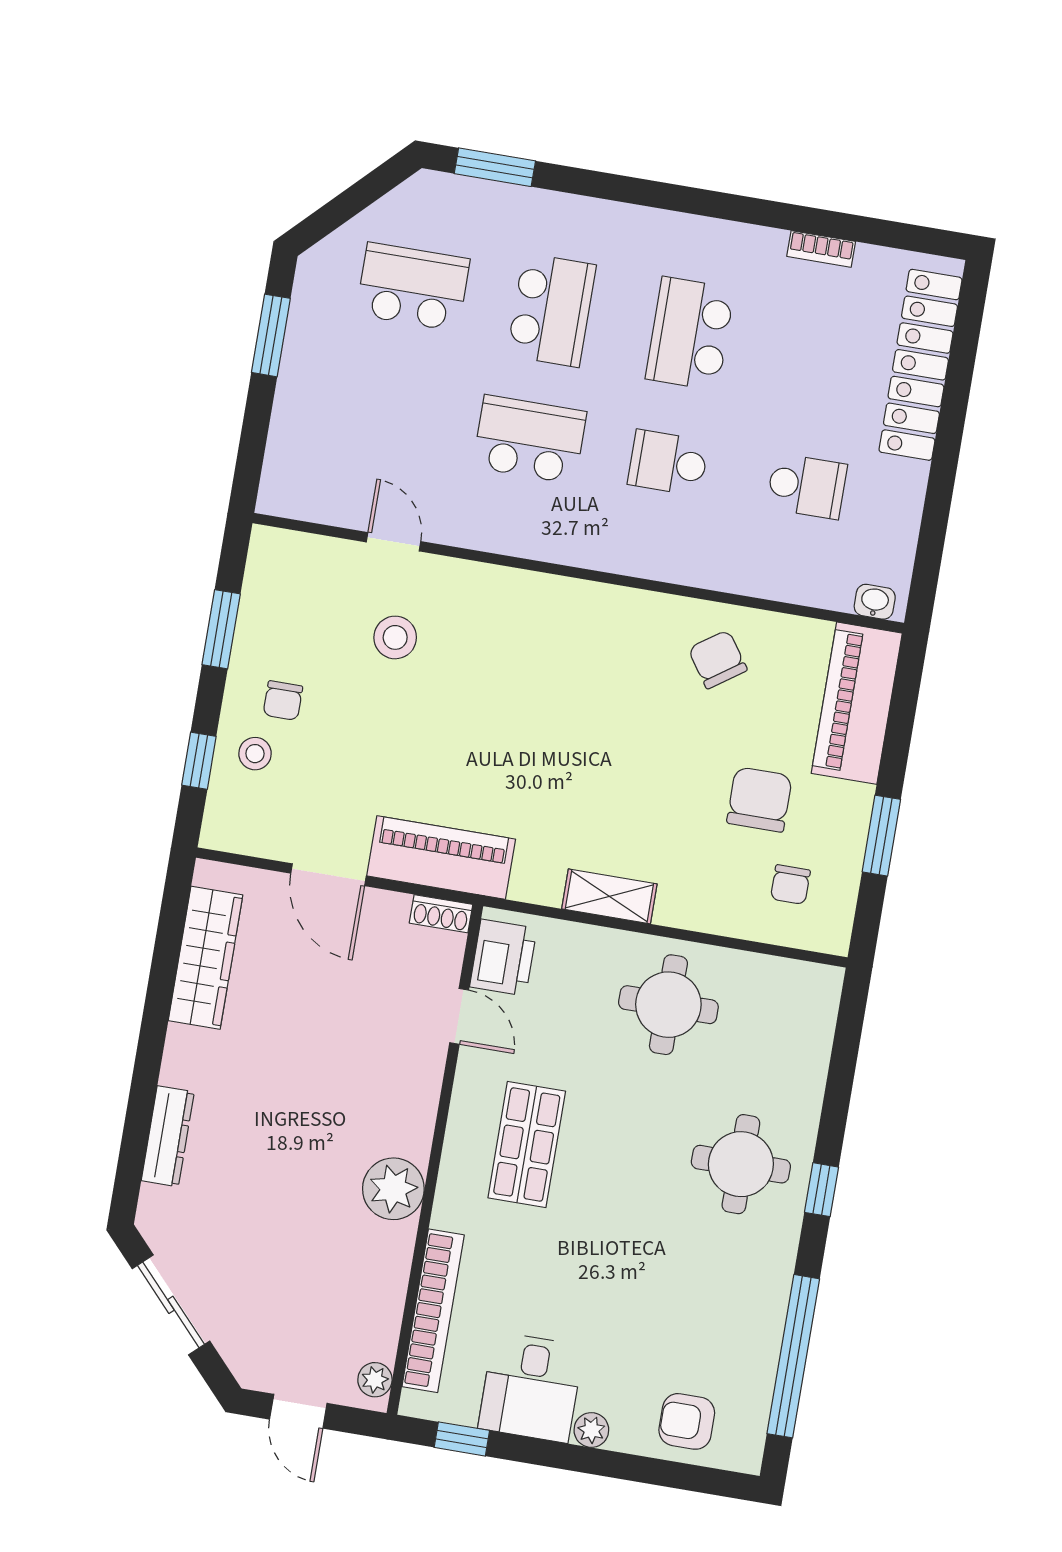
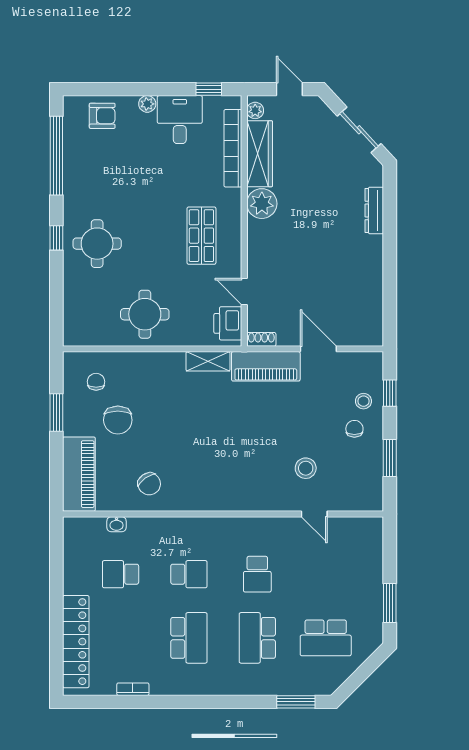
school desk: (530, 439) -> (257, 574), width x0.54
washbasin: (875, 602) -> (117, 524), moved
shelving: (609, 896) -> (208, 361), moved
wardrobe: (206, 958) -> (260, 154), moved, turned 180

